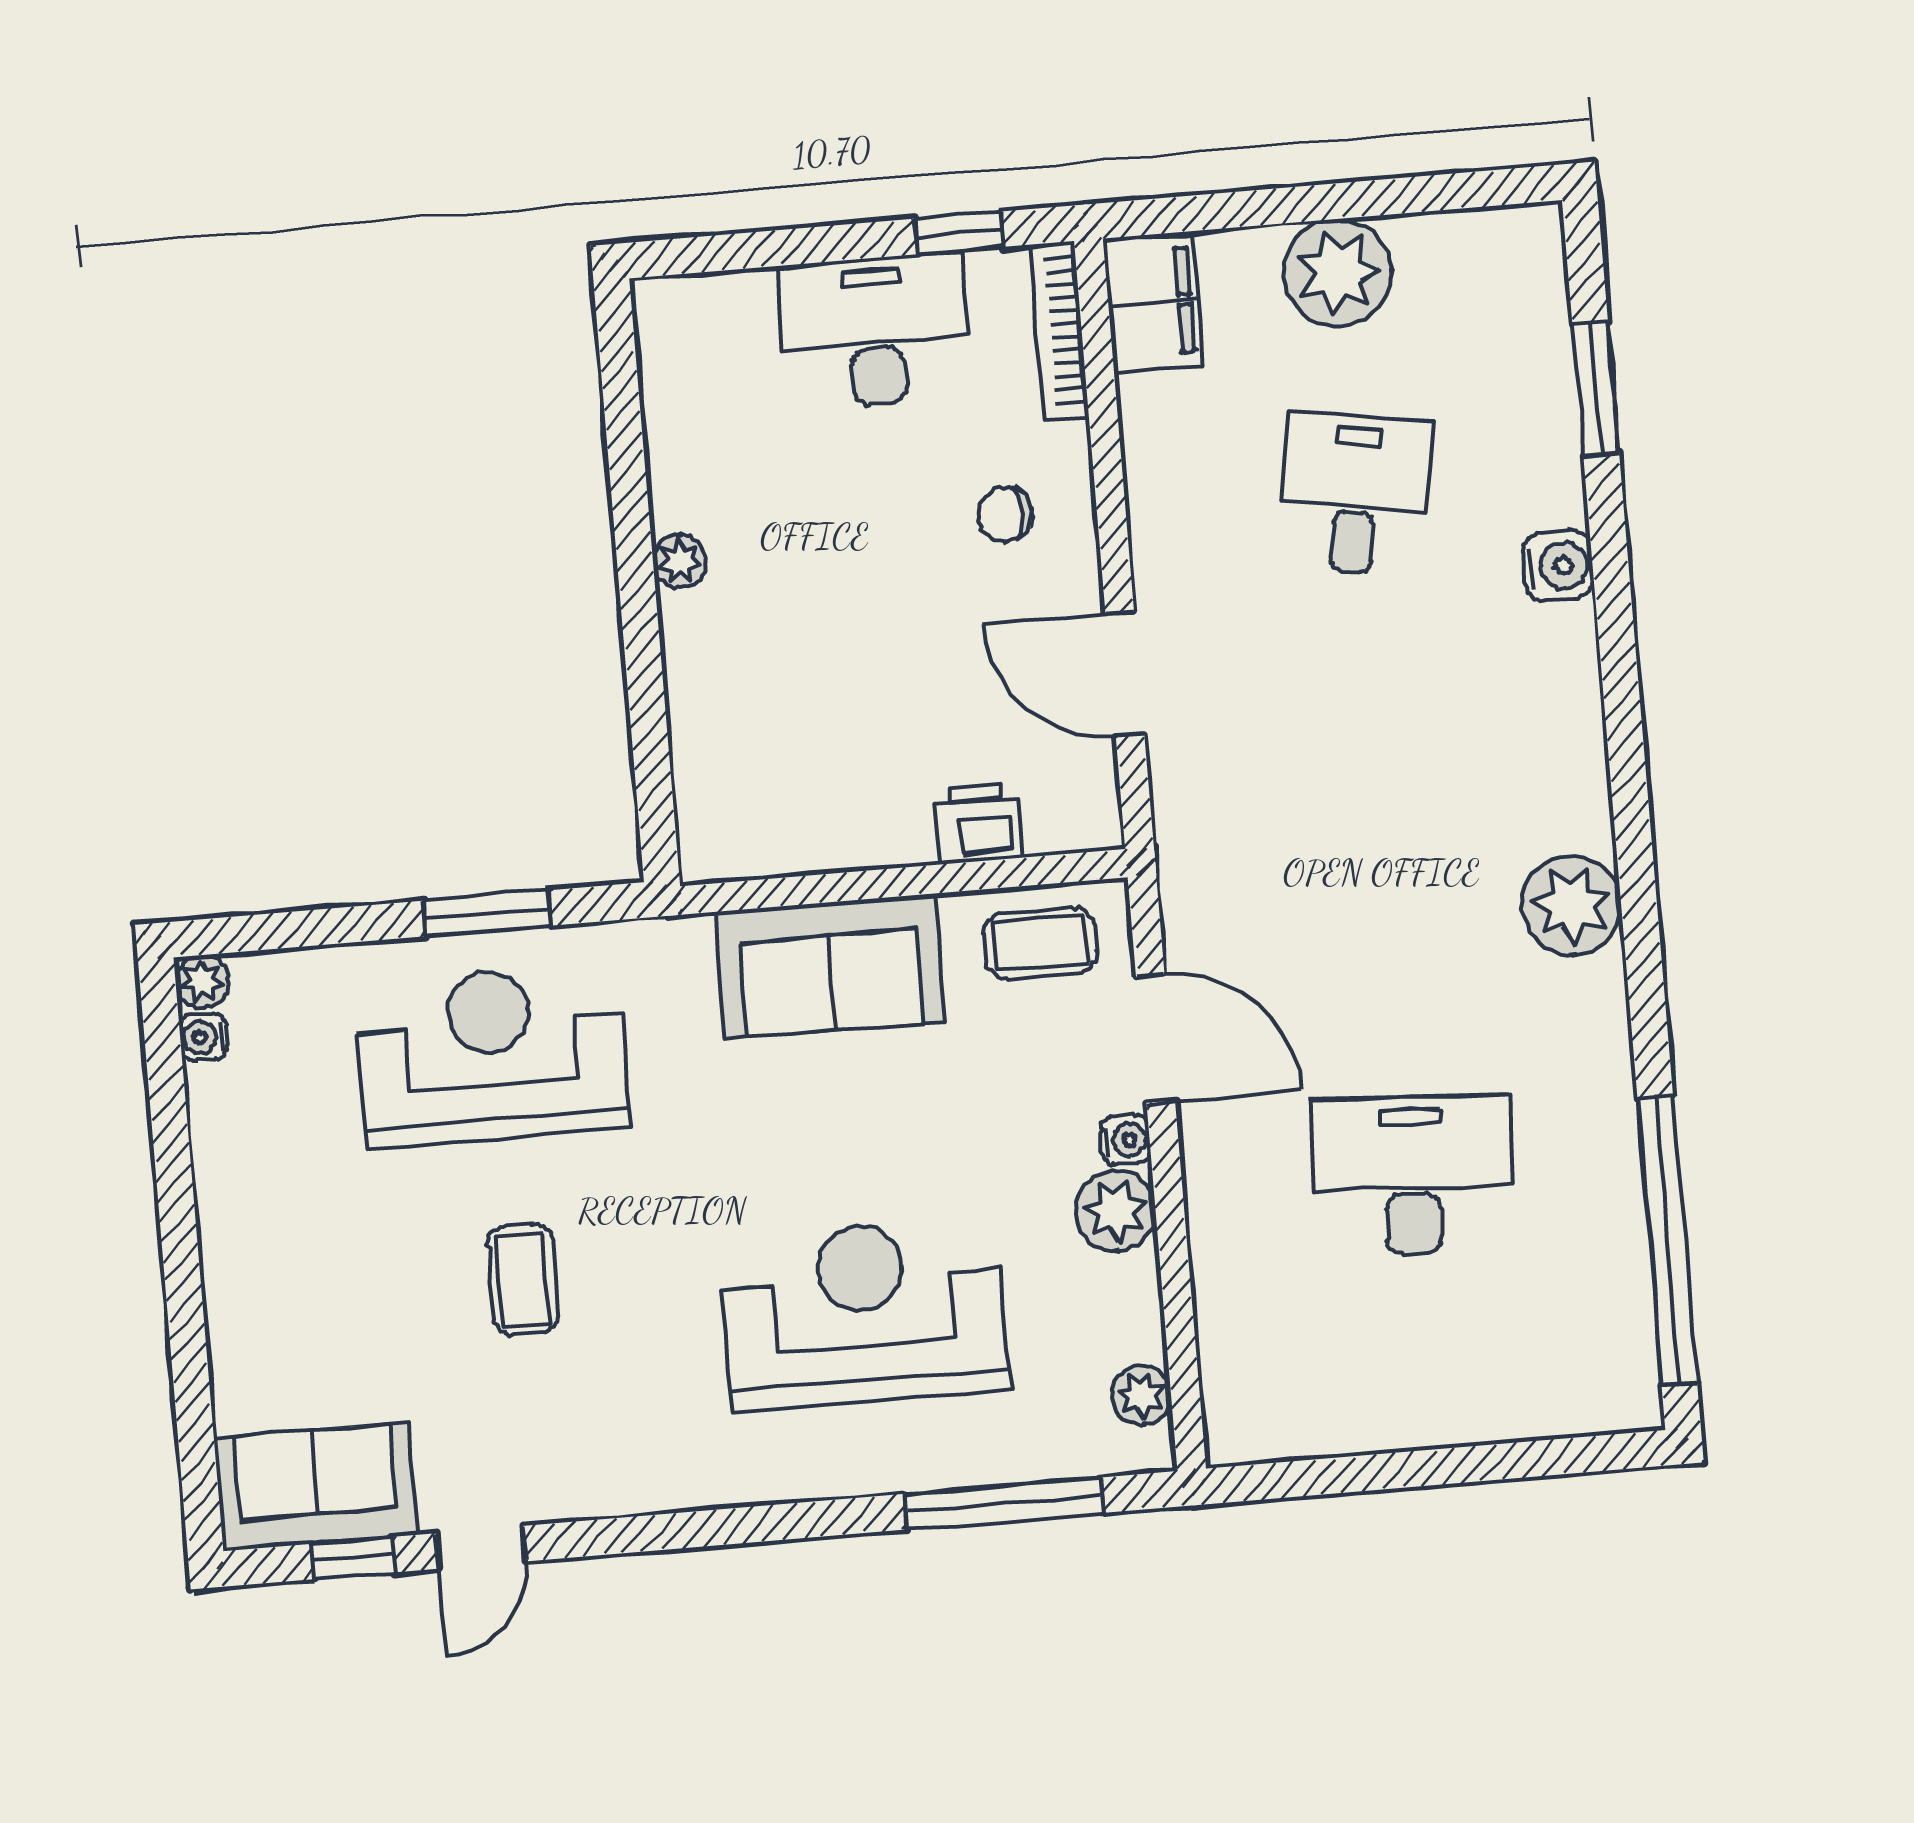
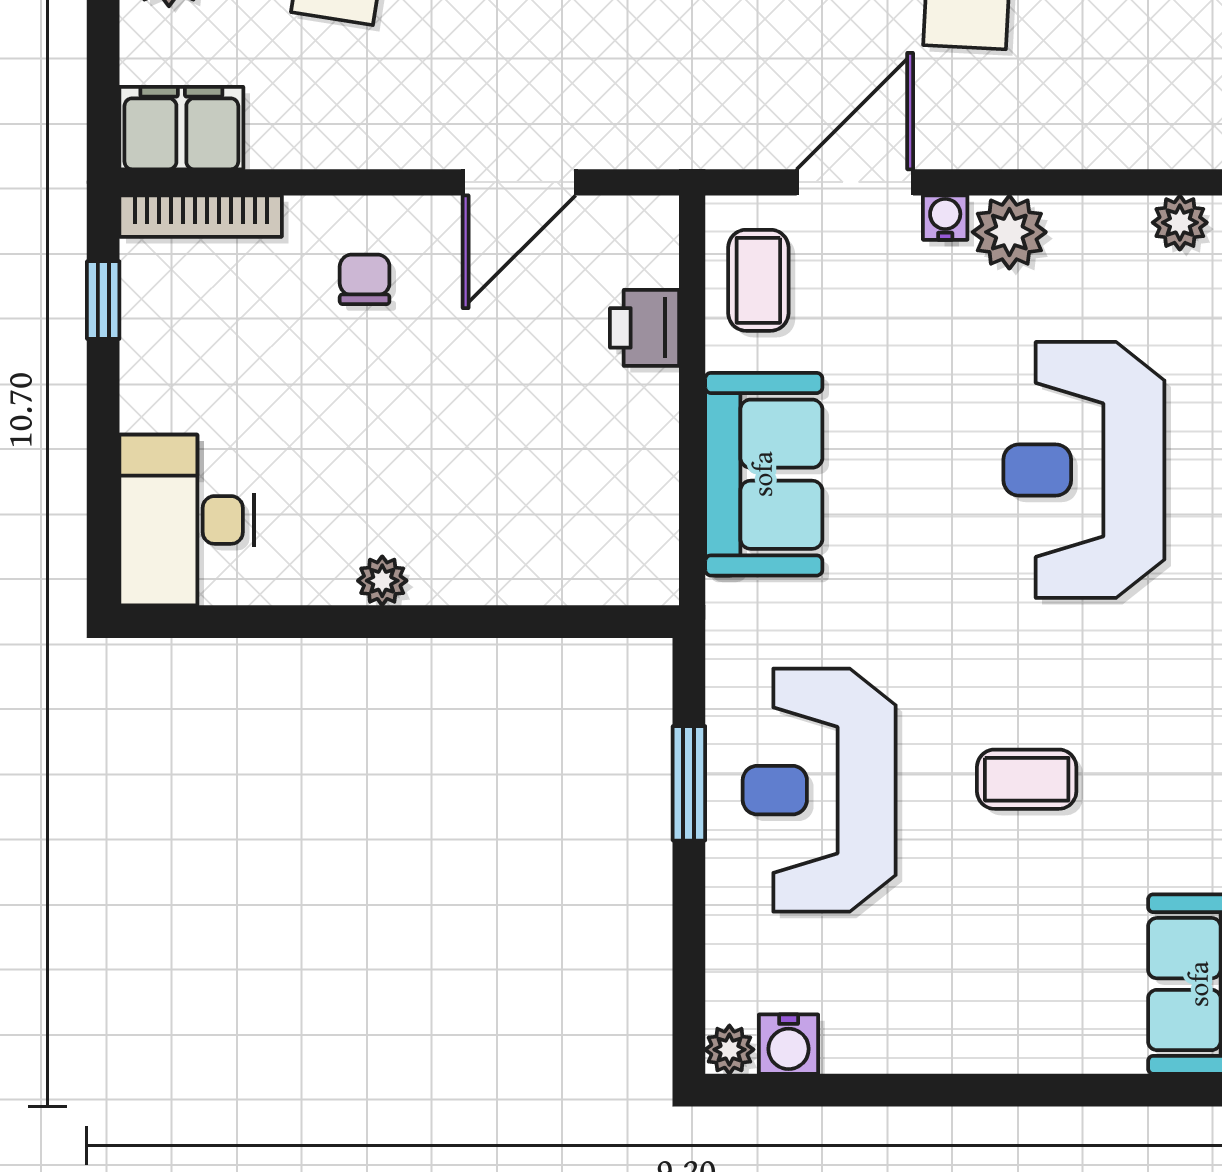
desk: (875, 331) -> (187, 520), moved
chair: (1005, 515) -> (365, 279), turned 180
water cooler: (204, 1037) -> (789, 1044), width x1.38, depth x1.38

